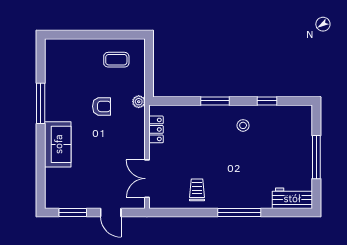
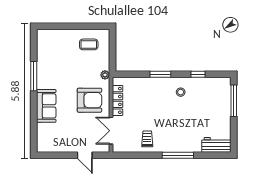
armchair: (102, 106) -> (89, 100), moved, width x1.88, depth x1.88
locker: (156, 129) -> (118, 100), width x1.53
window: (316, 157) -> (234, 101), moved
window: (73, 212) -> (57, 155), removed

